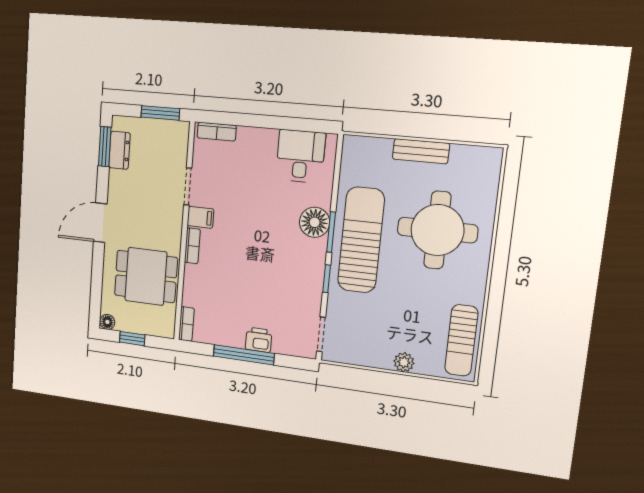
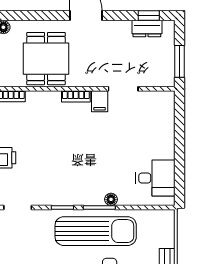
bookcase: (217, 132) -> (169, 109), removed
window: (105, 147) -> (149, 16), width x0.67
floor lamp: (315, 222) -> (111, 199), width x0.53, depth x0.53

